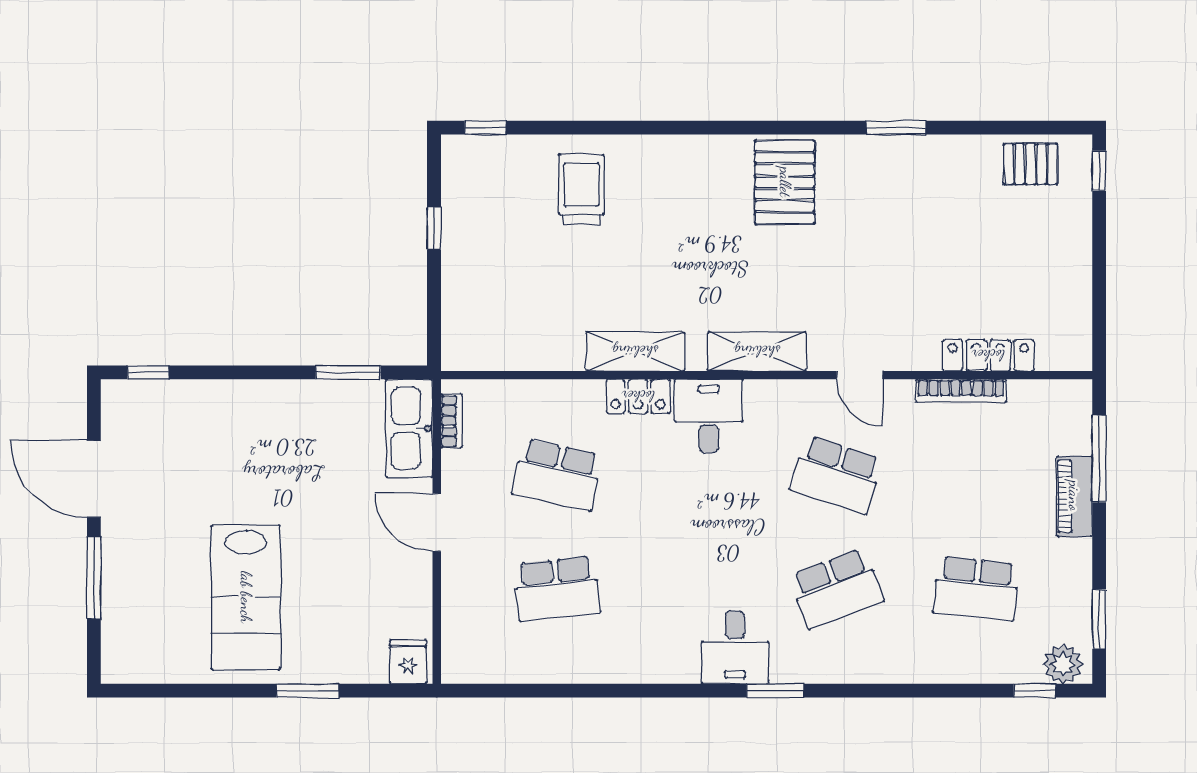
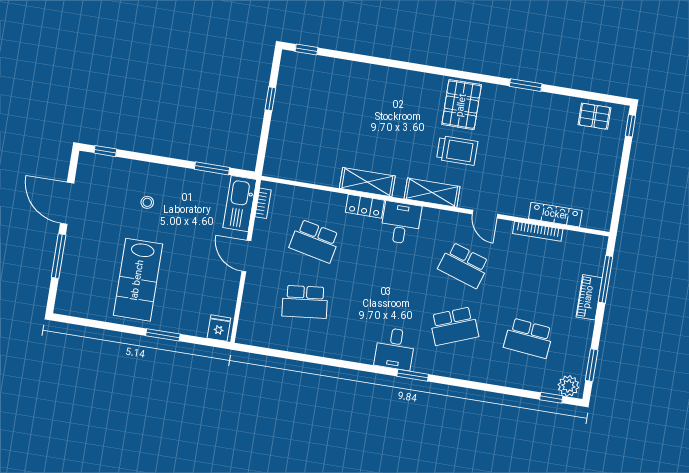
trolley: (581, 189) -> (457, 150), moved, turned 90
stool: (240, 454) -> (147, 202), added

